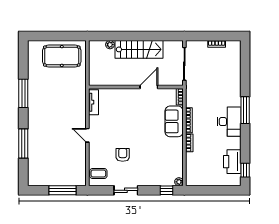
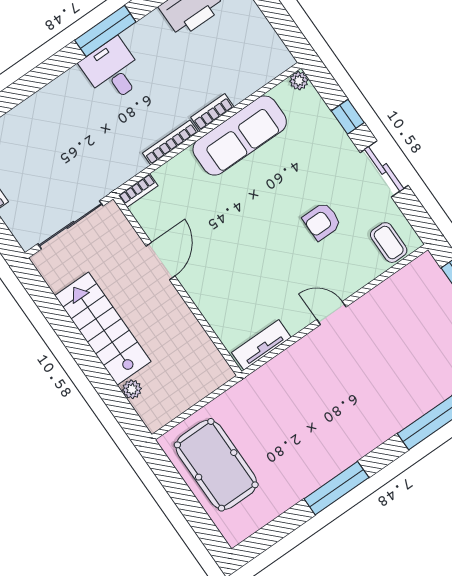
door: (149, 87) -> (161, 261), swing flipped
window: (245, 110) -> (105, 31), moved
sofa: (174, 121) -> (240, 136), moved, width x1.36
desk: (229, 122) -> (113, 70), width x0.73
door: (87, 135) -> (331, 313), swing flipped
window: (166, 190) -> (348, 117), moved

